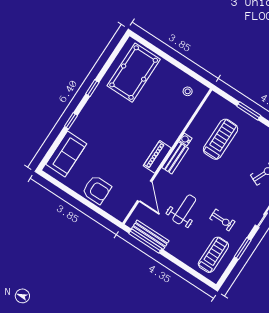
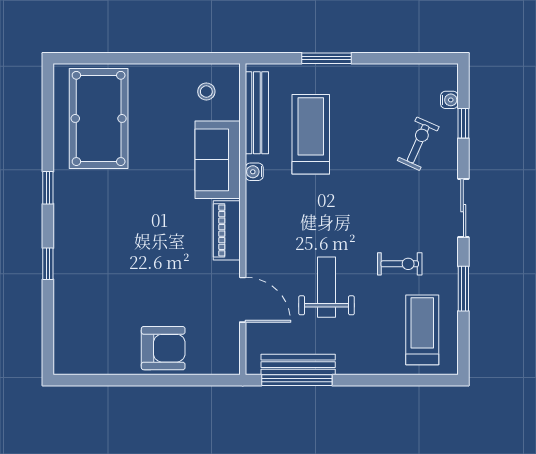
sofa: (66, 154) -> (218, 160), moved, turned 180
bench: (175, 158) -> (257, 113), moved, width x1.36

